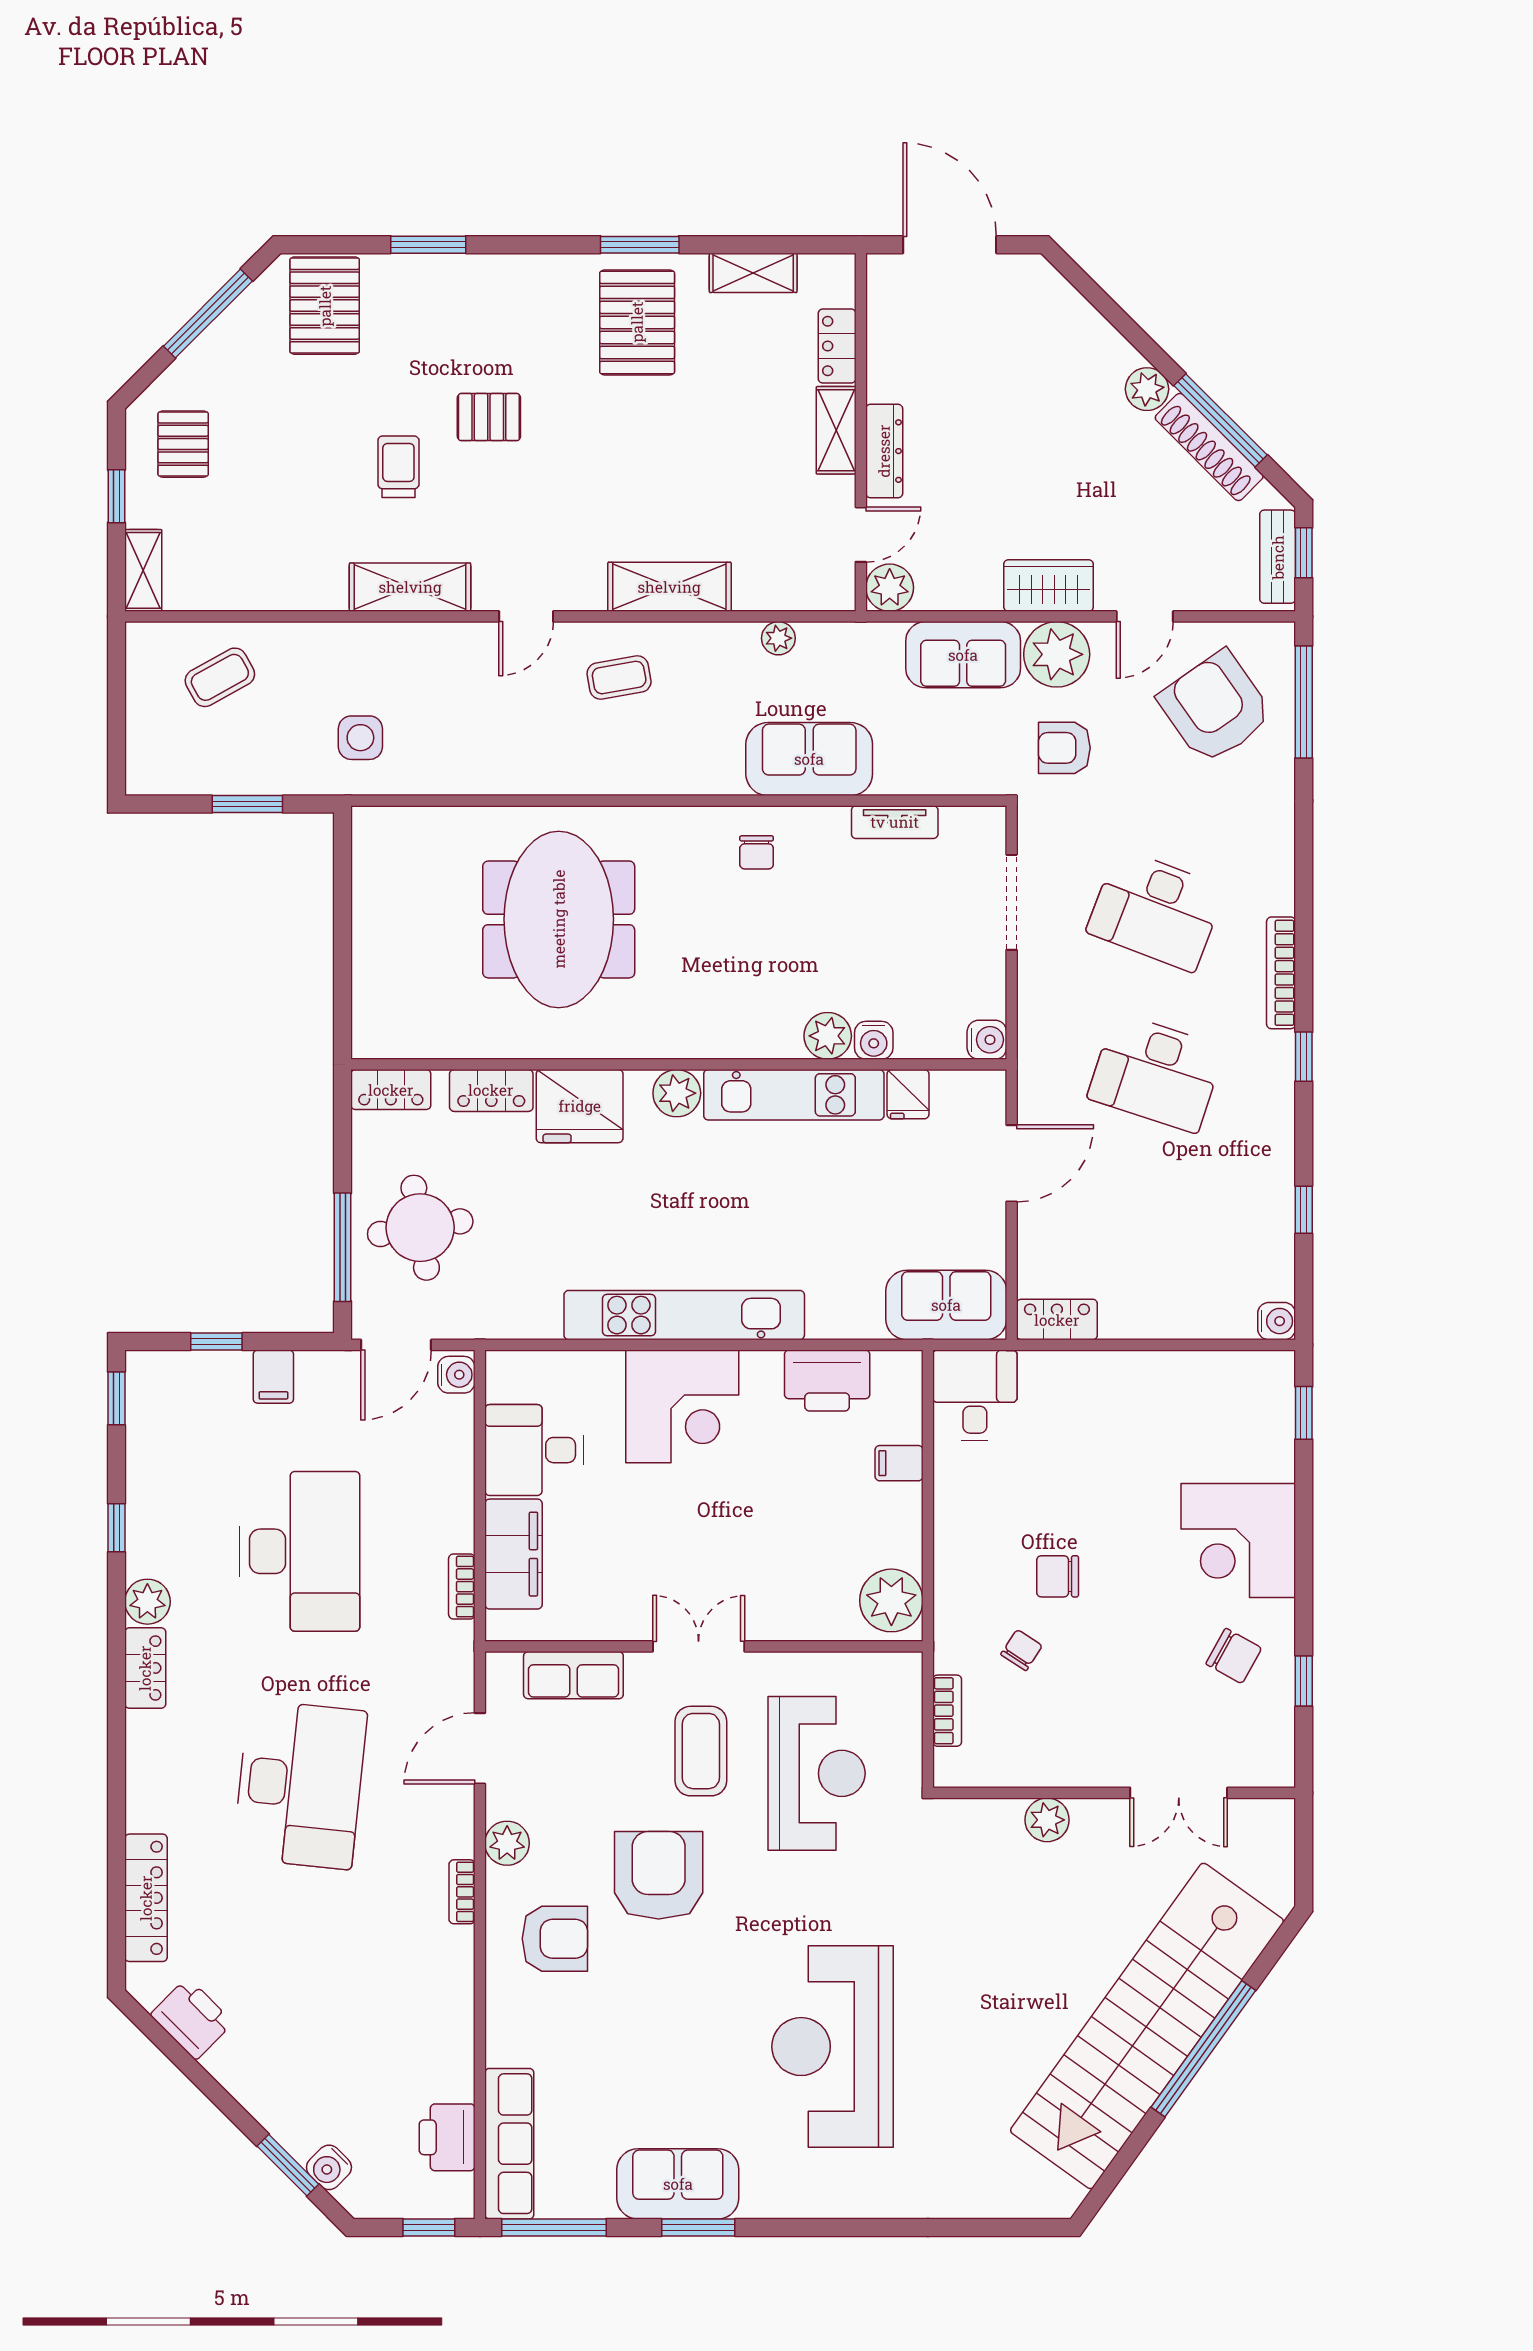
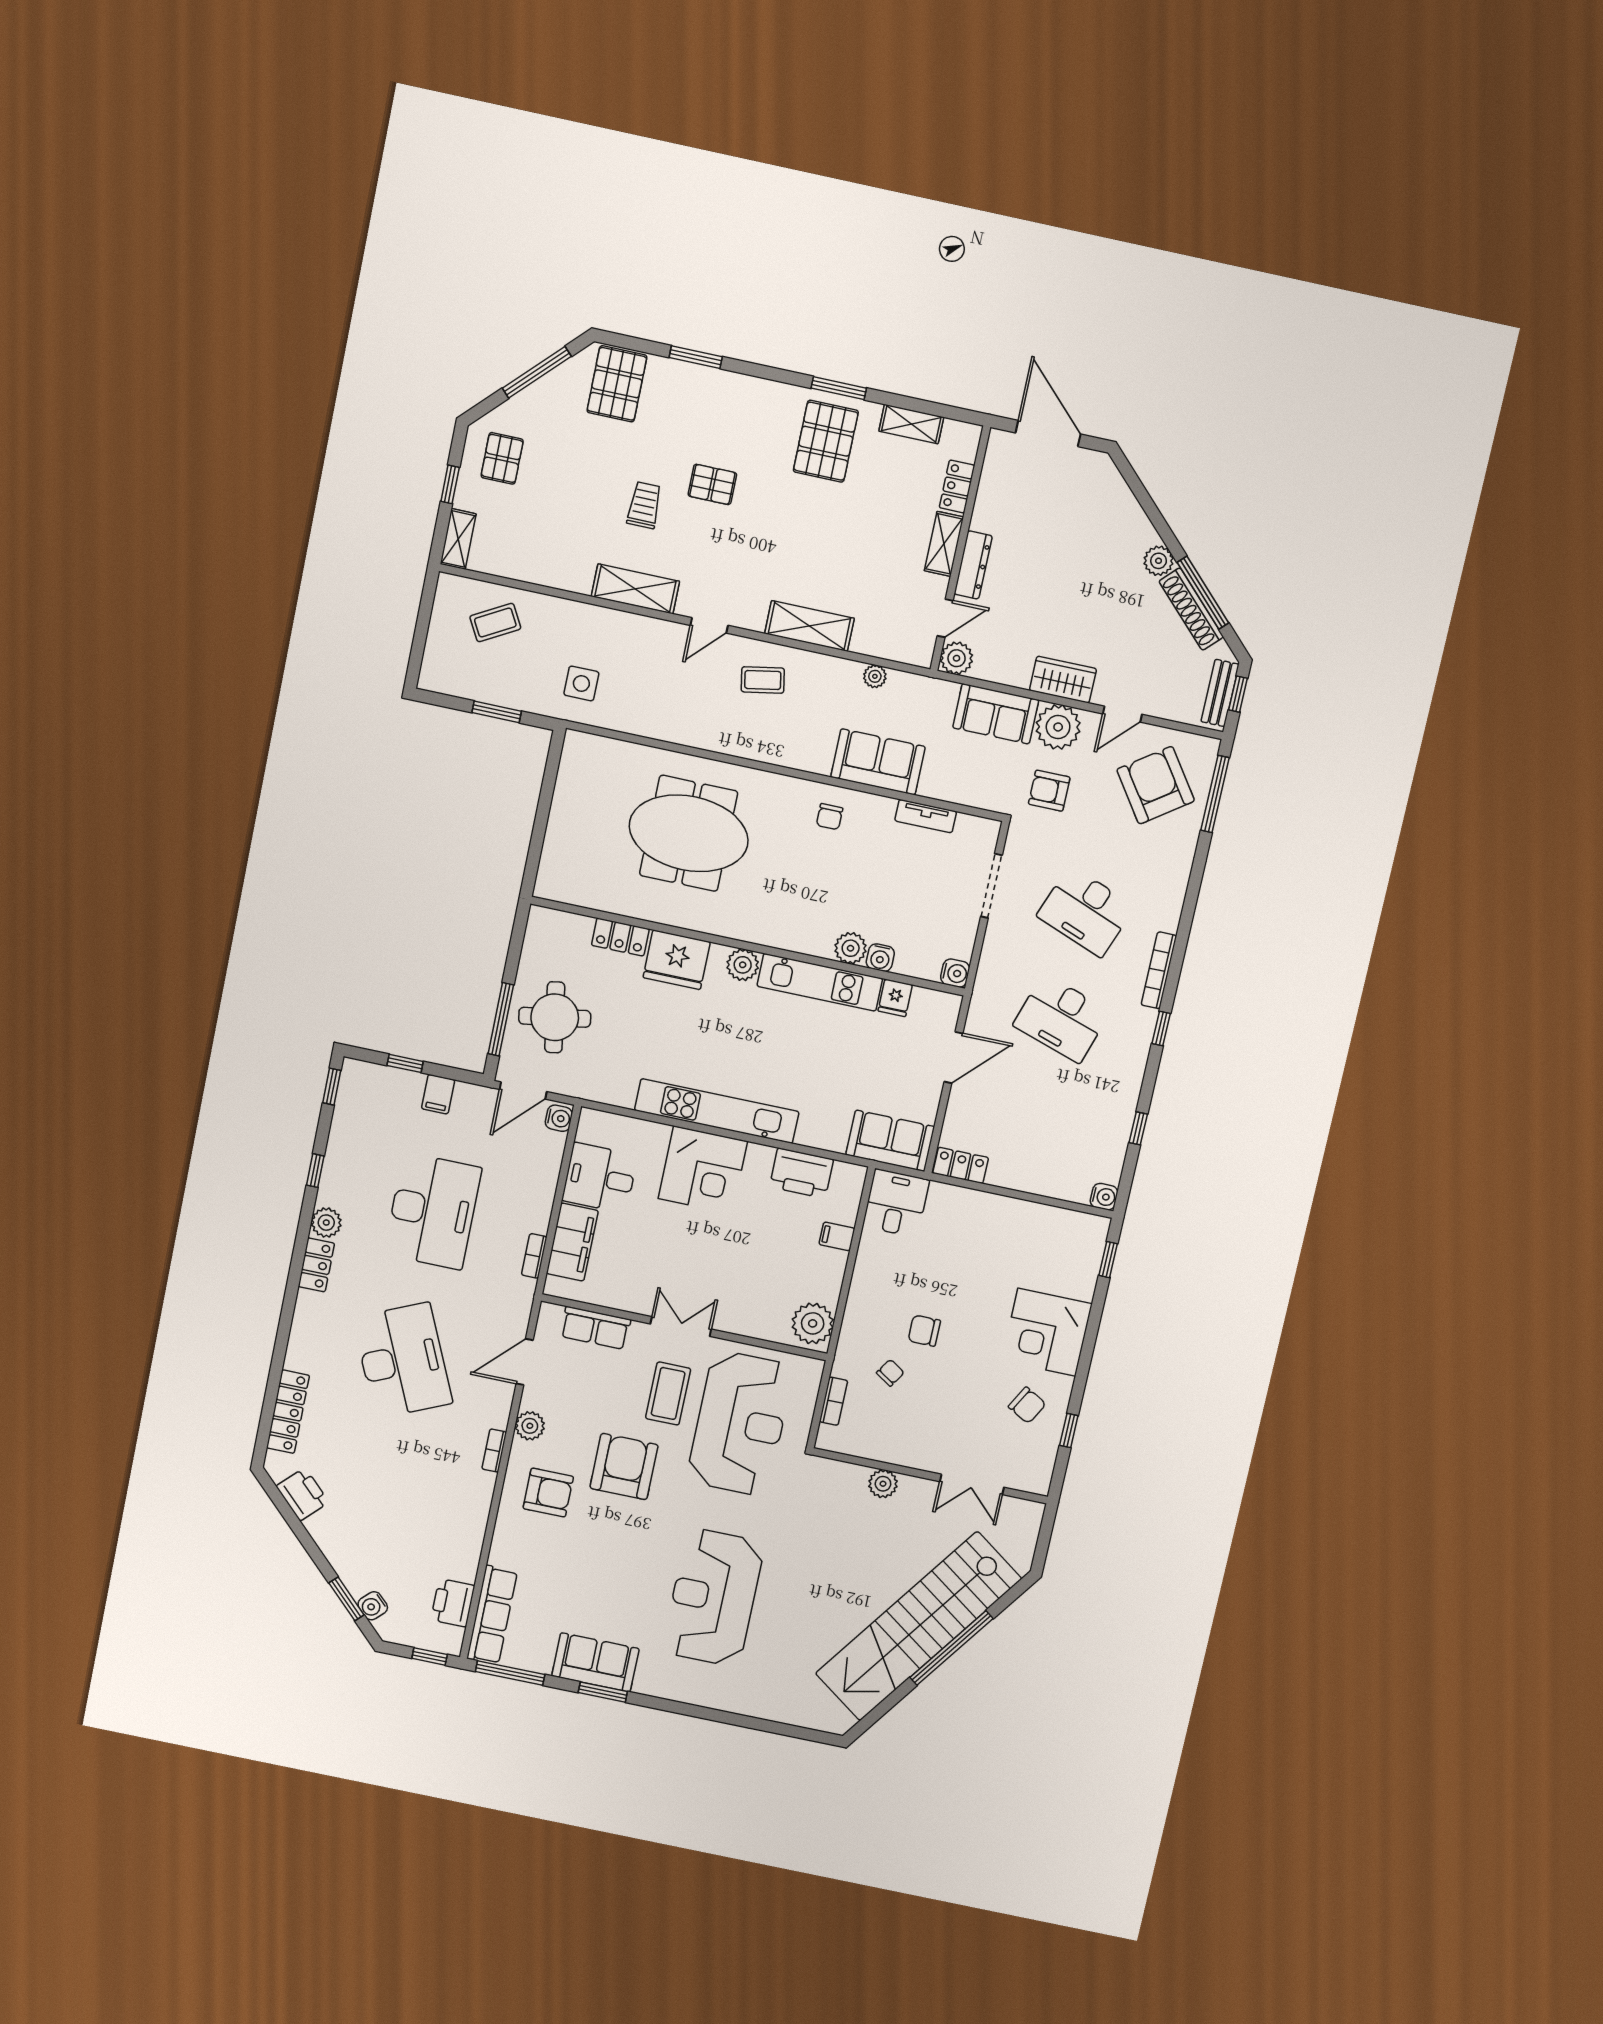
meeting table: (559, 919) -> (689, 833), turned 90
locker: (391, 1090) -> (554, 922), removed
reception desk: (817, 1773) -> (740, 1423), width x1.36, depth x1.30
desk: (300, 1784) -> (403, 1360), turned -30

